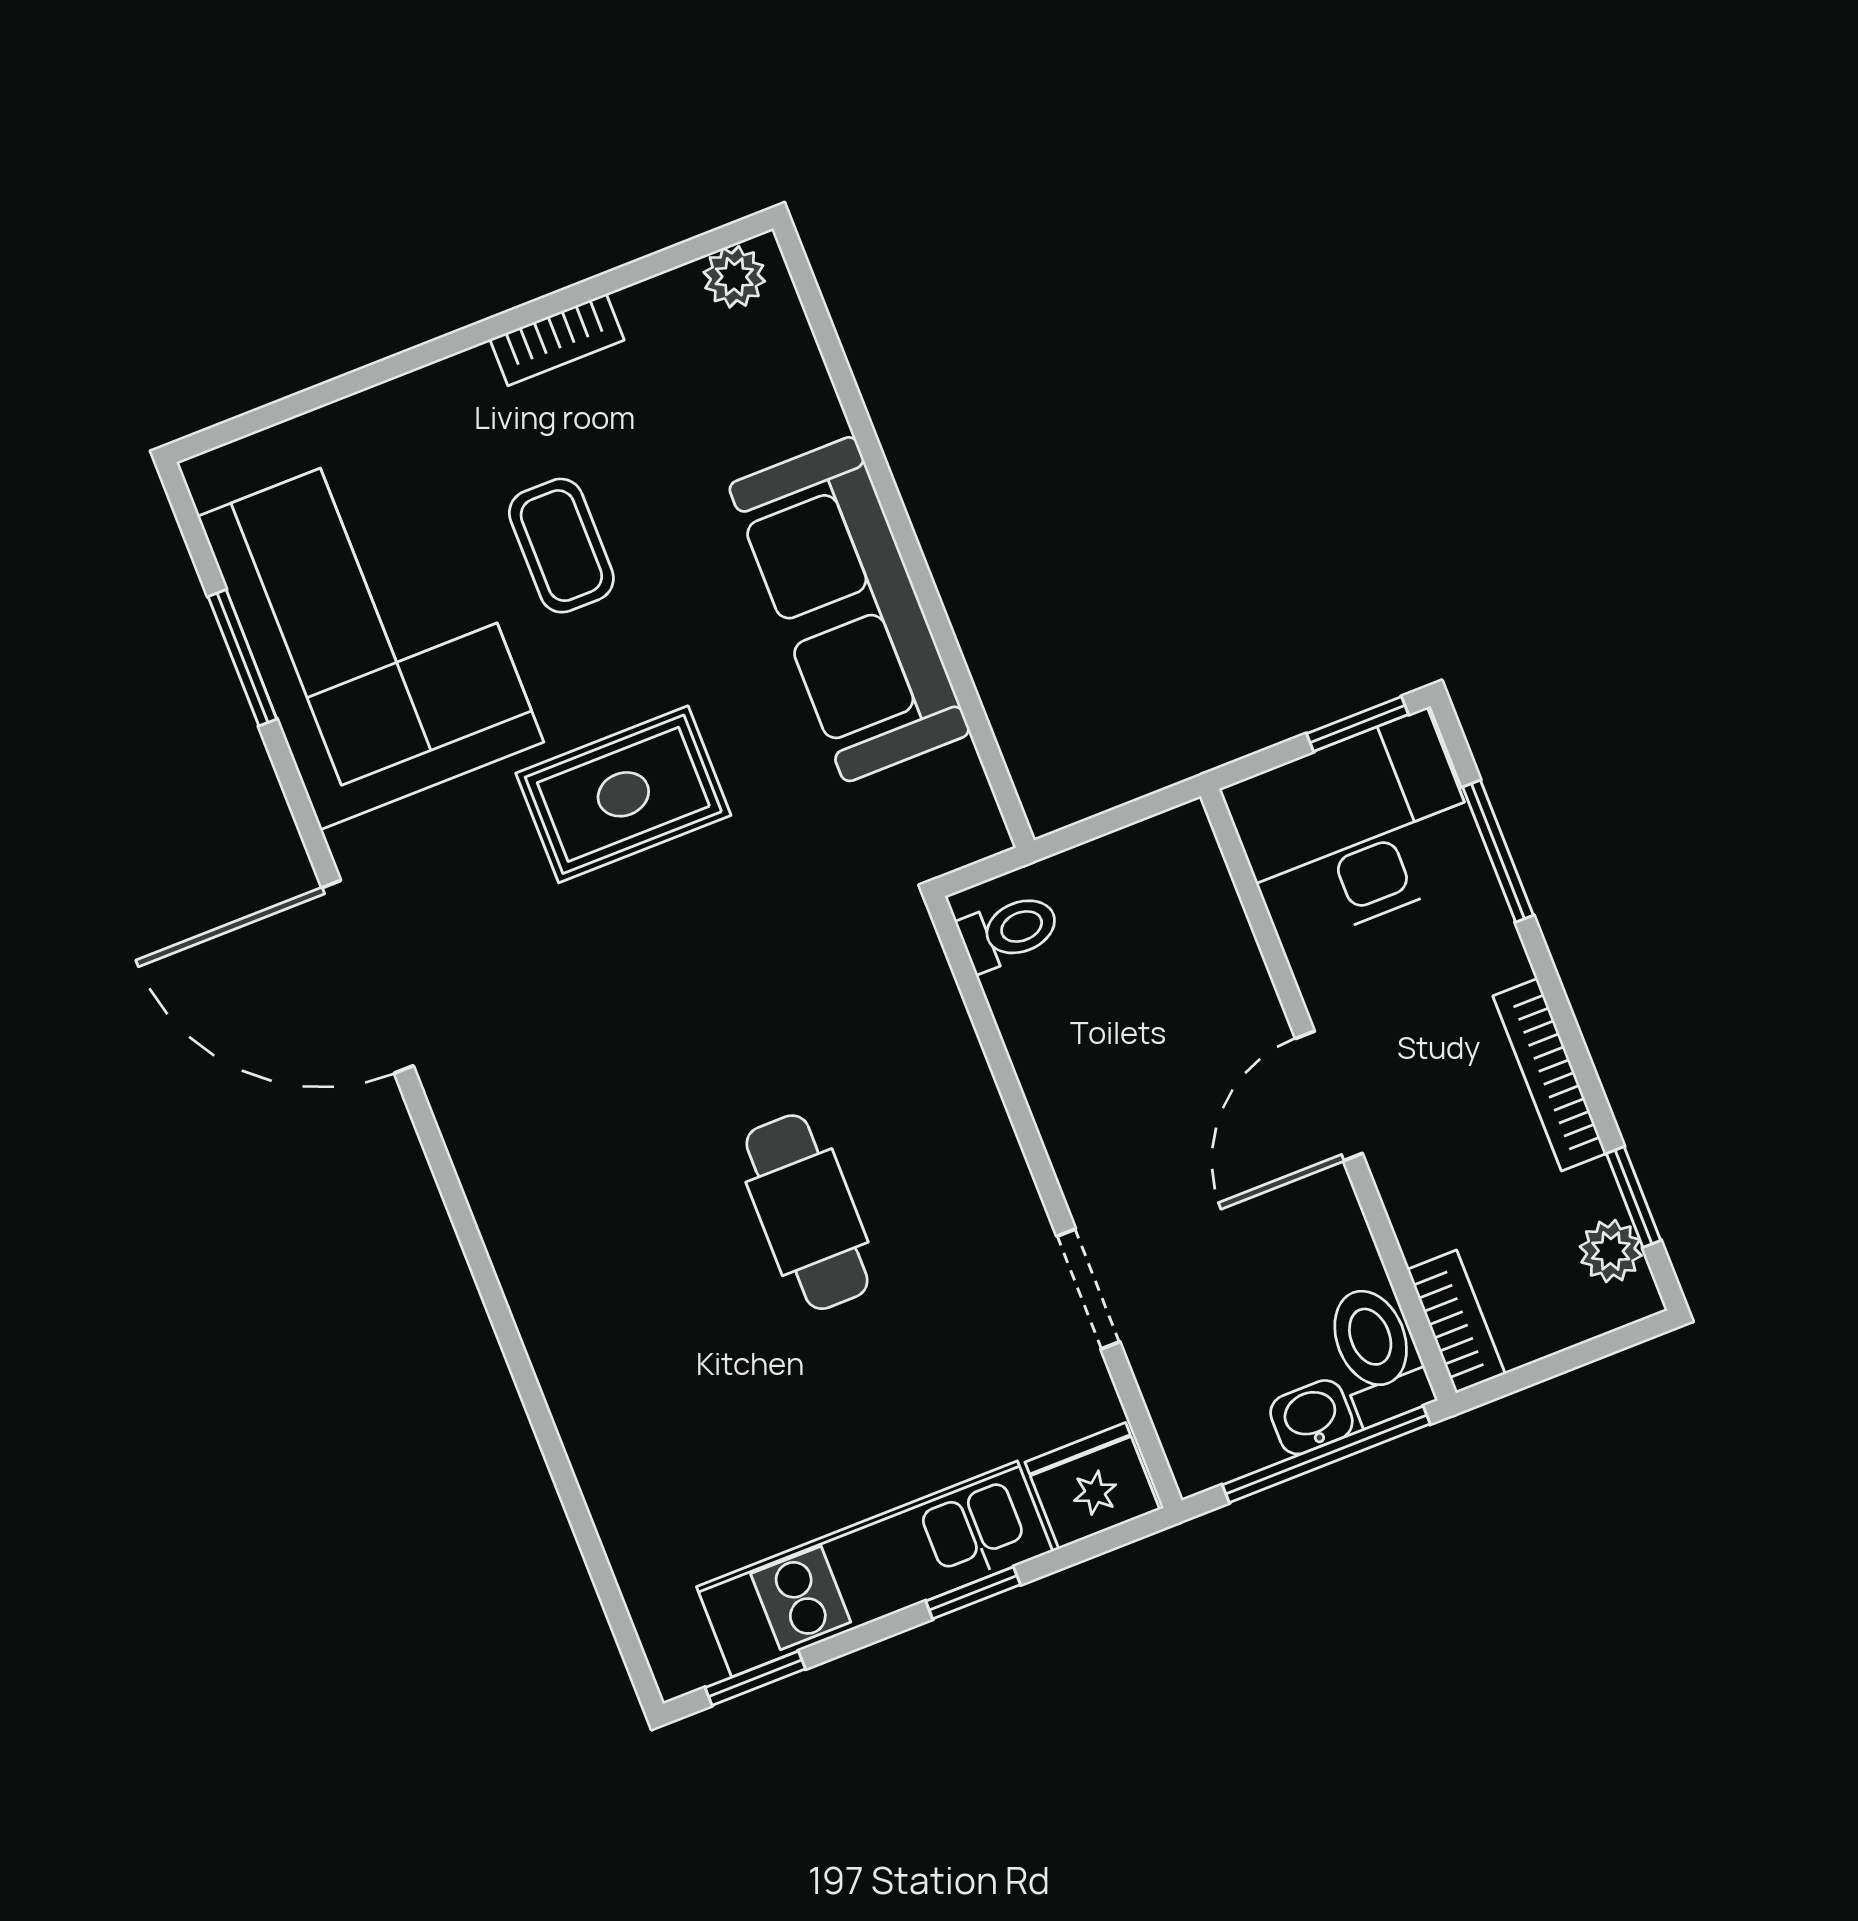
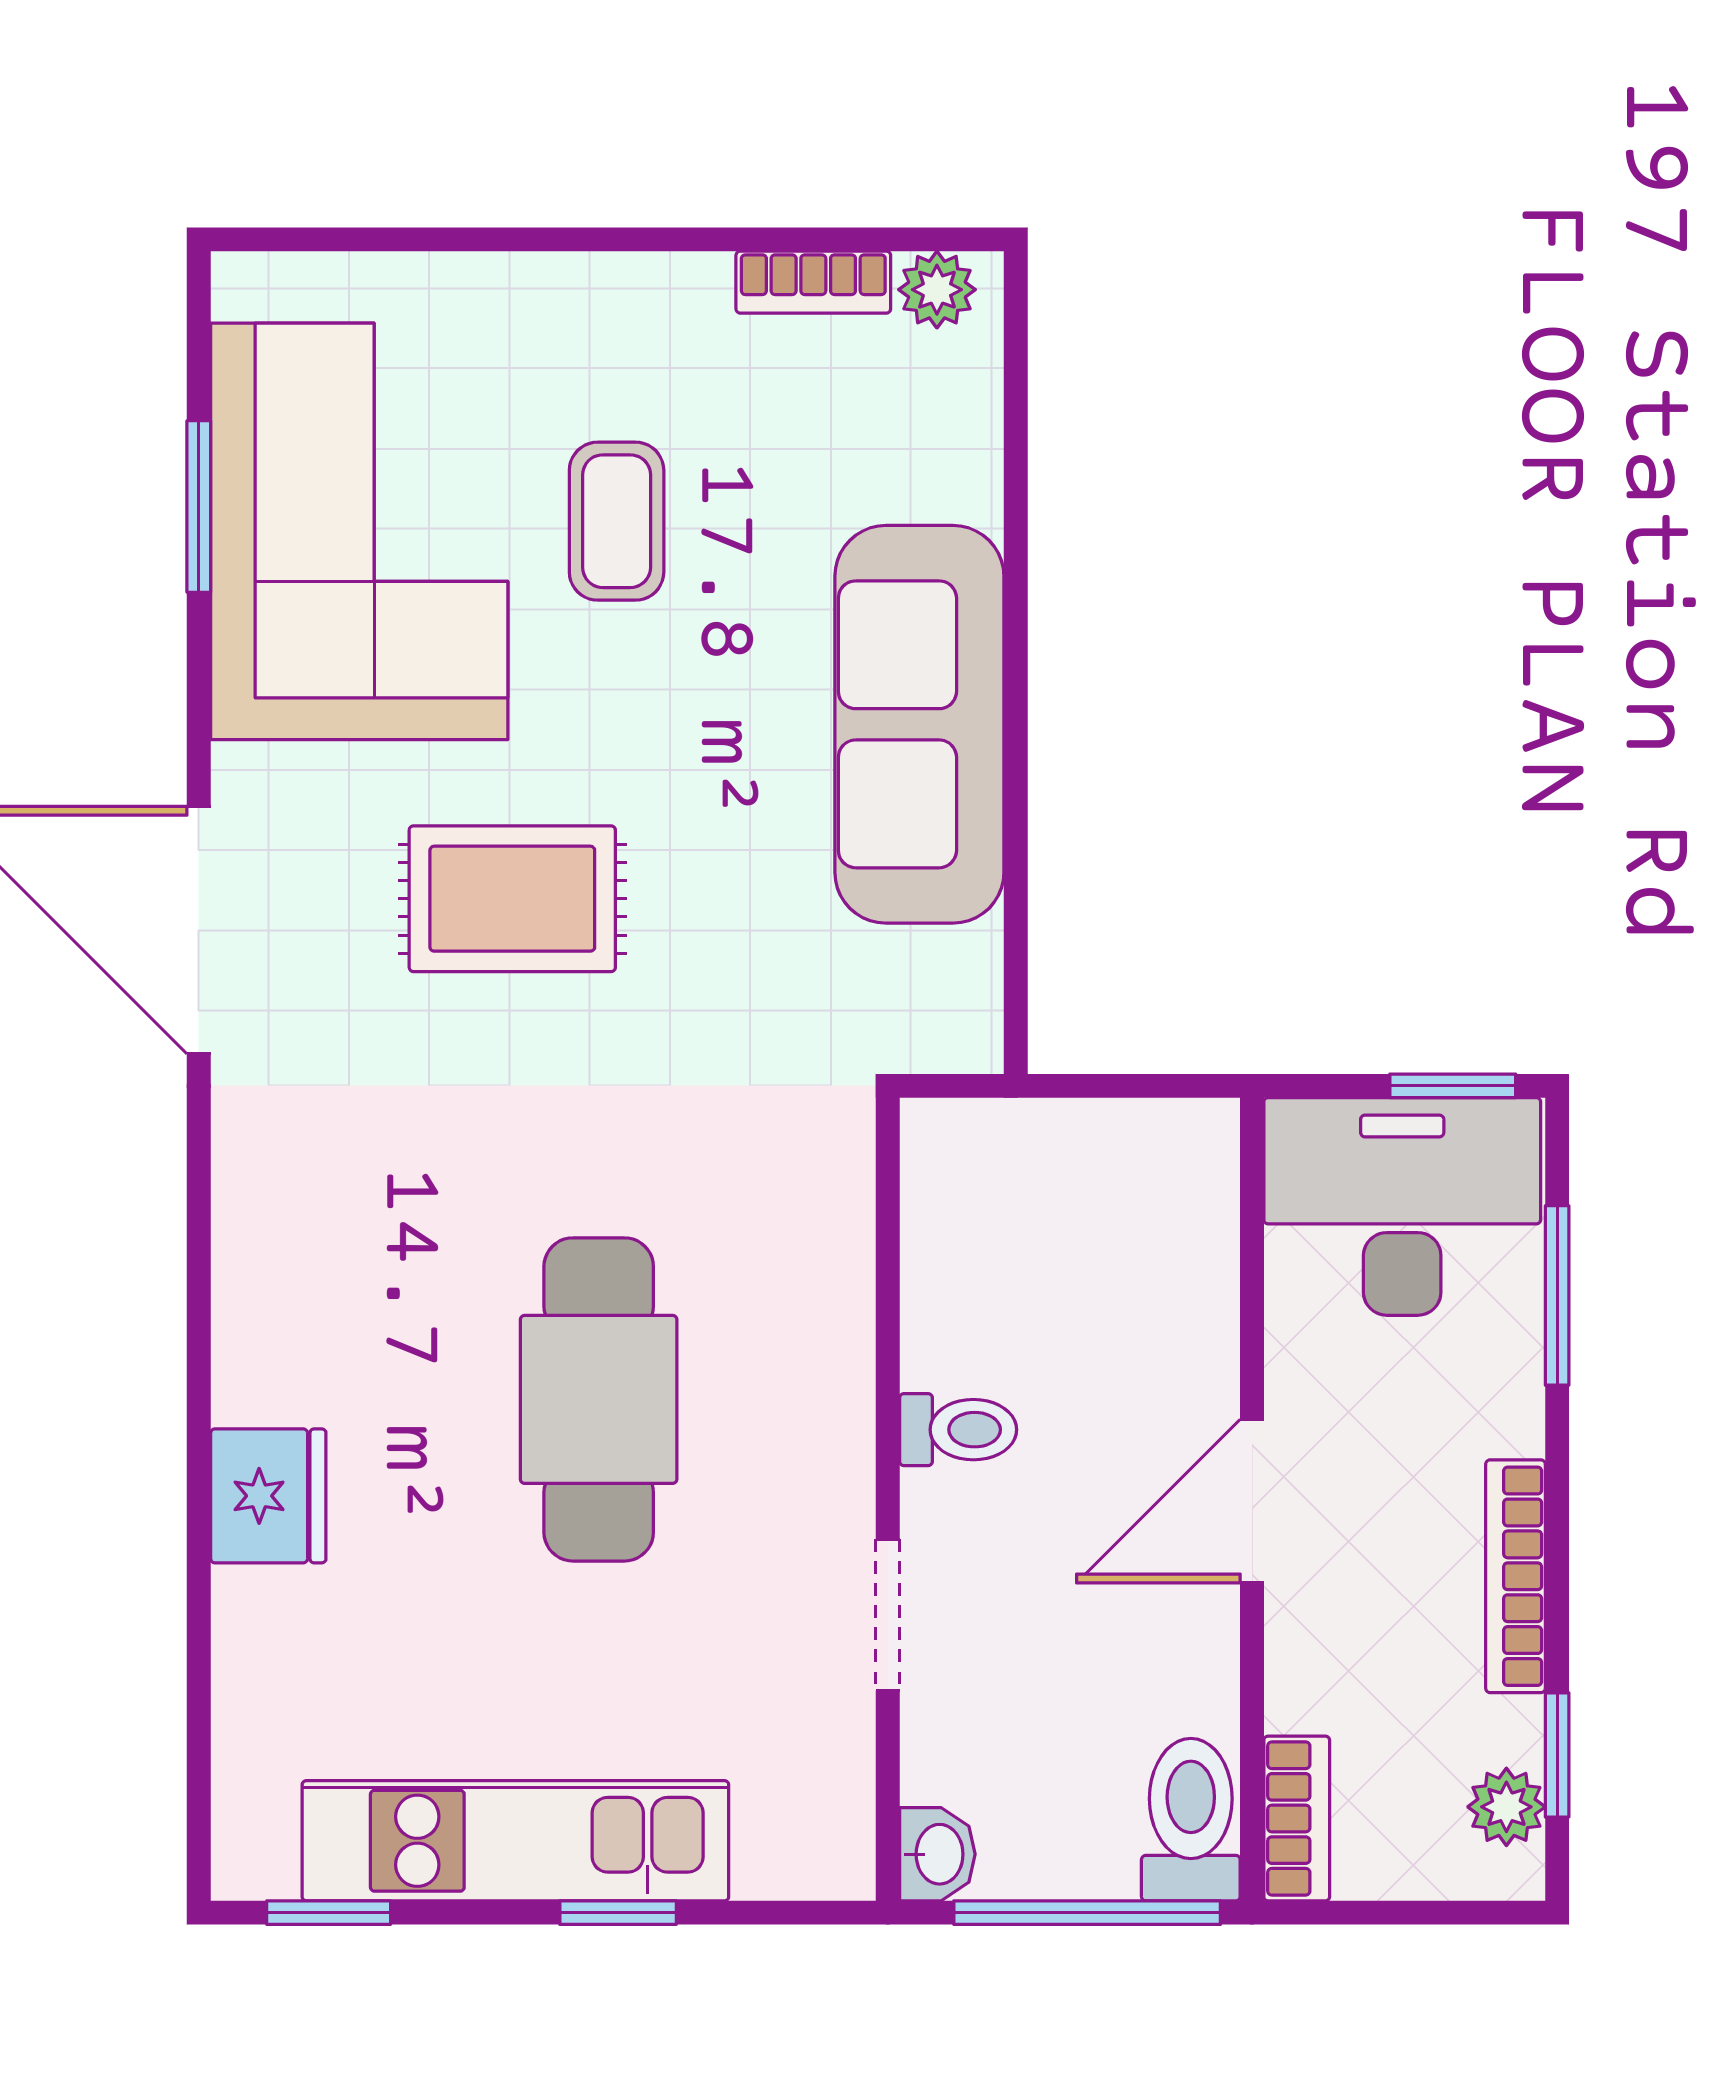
bookcase: (557, 340) -> (813, 282), moved
rug: (623, 794) -> (512, 899), moved
toilet: (1009, 931) -> (958, 1430), moved
cafe table: (807, 1212) -> (599, 1399), width x1.37, depth x1.35
washbasin: (1311, 1417) -> (937, 1854), moved, turned 90
fridge: (1092, 1486) -> (268, 1496), moved, turned 90

